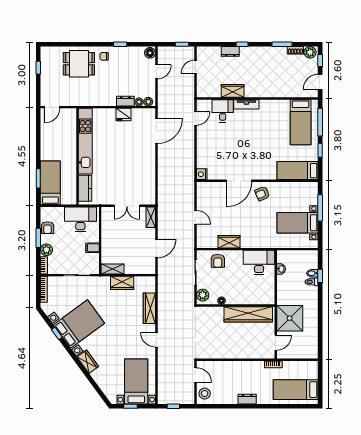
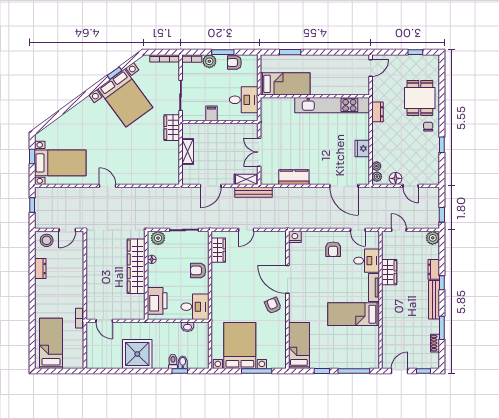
bench: (257, 51) -> (434, 300), added
plant: (310, 52) -> (433, 238), moved
floor lamp: (150, 53) -> (396, 178), moved
door: (195, 67) -> (399, 230), moved
door: (320, 82) -> (400, 371), hinge flipped
dresser: (125, 101) -> (378, 112), moved
door: (52, 107) -> (371, 68), swing flipped
bed: (301, 122) -> (354, 314), moved
armchair: (213, 140) -> (333, 249), added
bed: (50, 183) -> (285, 84), moved
kitchen counter: (85, 188) -> (294, 177), moved, turned 180
bench: (162, 211) -> (253, 192), added
desk: (80, 219) -> (244, 100), width x0.73
bed with nightstands: (298, 223) -> (240, 346), width x1.36
wardrobe: (229, 242) -> (218, 250), moved
door: (156, 249) -> (211, 186), hinge flipped
armchair: (218, 261) -> (198, 270), moved
desk: (259, 262) -> (195, 307), width x0.73
shelving: (113, 269) -> (188, 152), moved
wardrobe: (122, 283) -> (172, 128), moved
printer: (258, 296) -> (157, 301), added
wardrobe: (149, 308) -> (143, 178), removed
wardrobe: (248, 314) -> (136, 266), moved
shower: (290, 318) -> (137, 354), moved
door: (156, 340) -> (108, 186), hinge flipped
wardrobe: (88, 362) -> (83, 108), removed
dresser: (247, 399) -> (40, 269), moved

